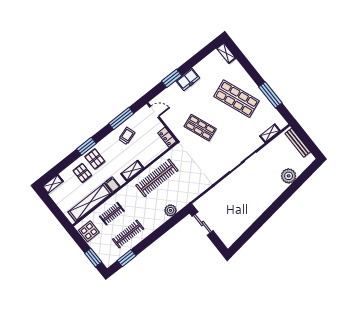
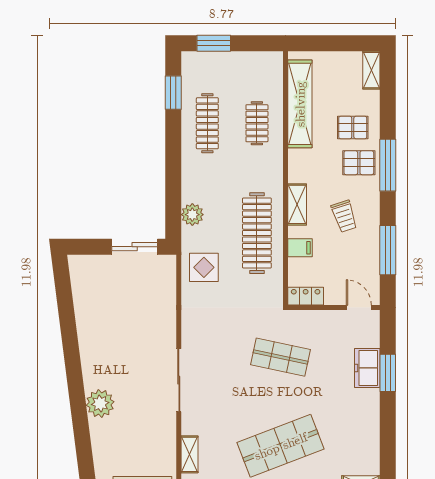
freezer: (188, 79) -> (367, 368), moved
door: (154, 112) -> (359, 308), swing flipped
shop shelf: (200, 128) -> (281, 357), turned 33
trolley: (127, 136) -> (344, 216), moved
window: (86, 146) -> (388, 165), width x1.44
plant: (289, 176) -> (100, 404), moved
filing cabinet: (112, 184) -> (300, 248), moved
display table: (89, 231) -> (204, 267), moved

